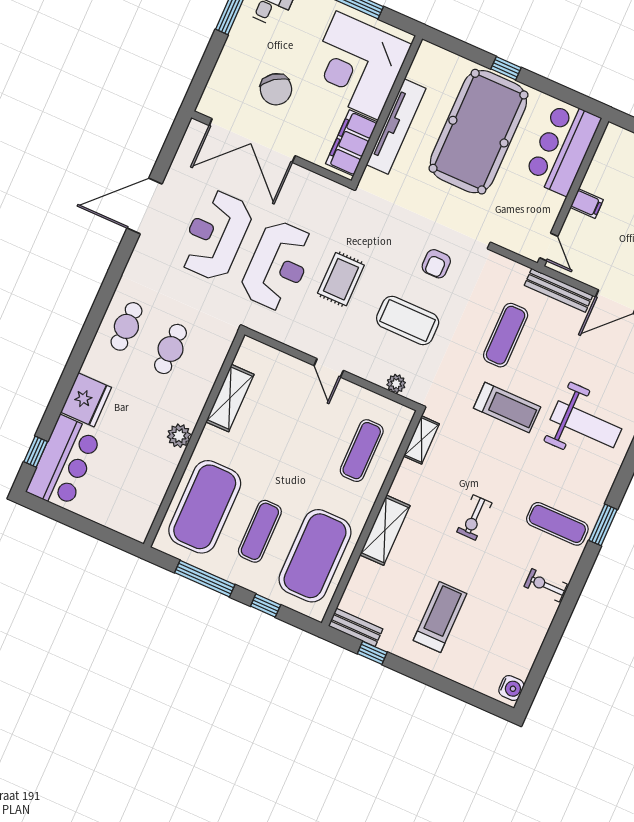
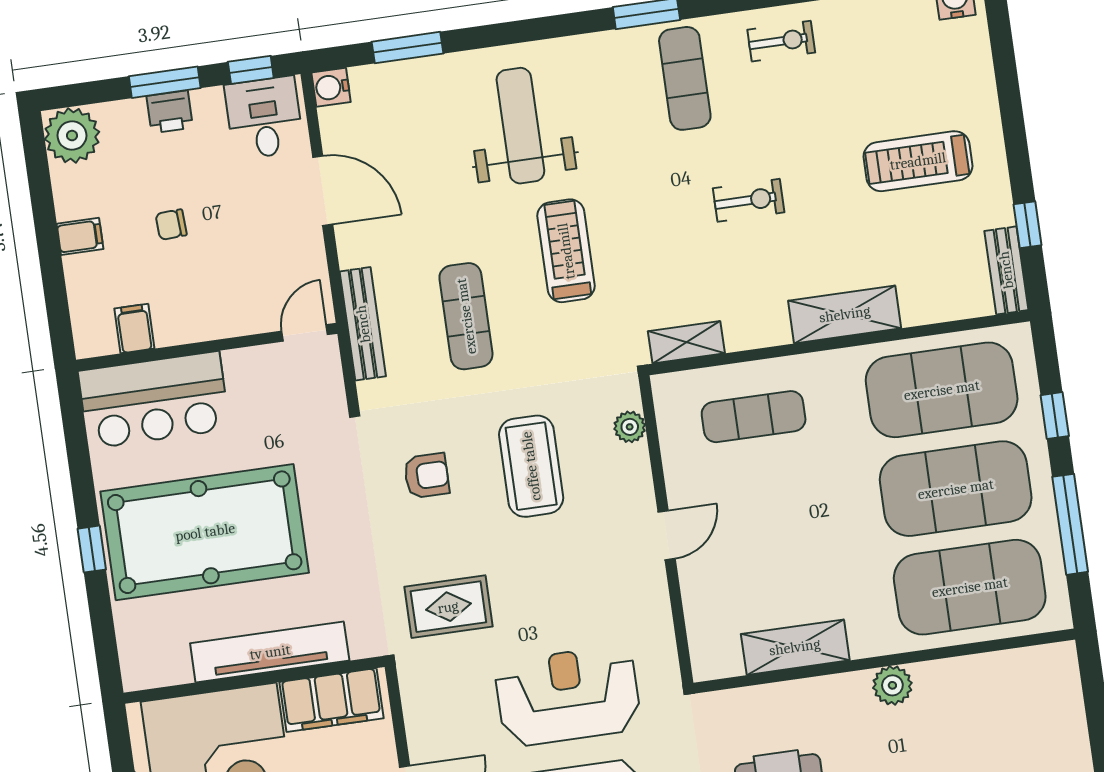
filing cabinet: (587, 204) -> (134, 329), moved
rug: (341, 279) -> (448, 607), moved
bench: (559, 290) -> (363, 324), moved
exercise mat: (506, 335) -> (466, 316), turned 90
exercise mat: (260, 531) -> (956, 489), width x2.00, depth x1.45
exercise bike: (546, 585) -> (781, 41), turned -90

